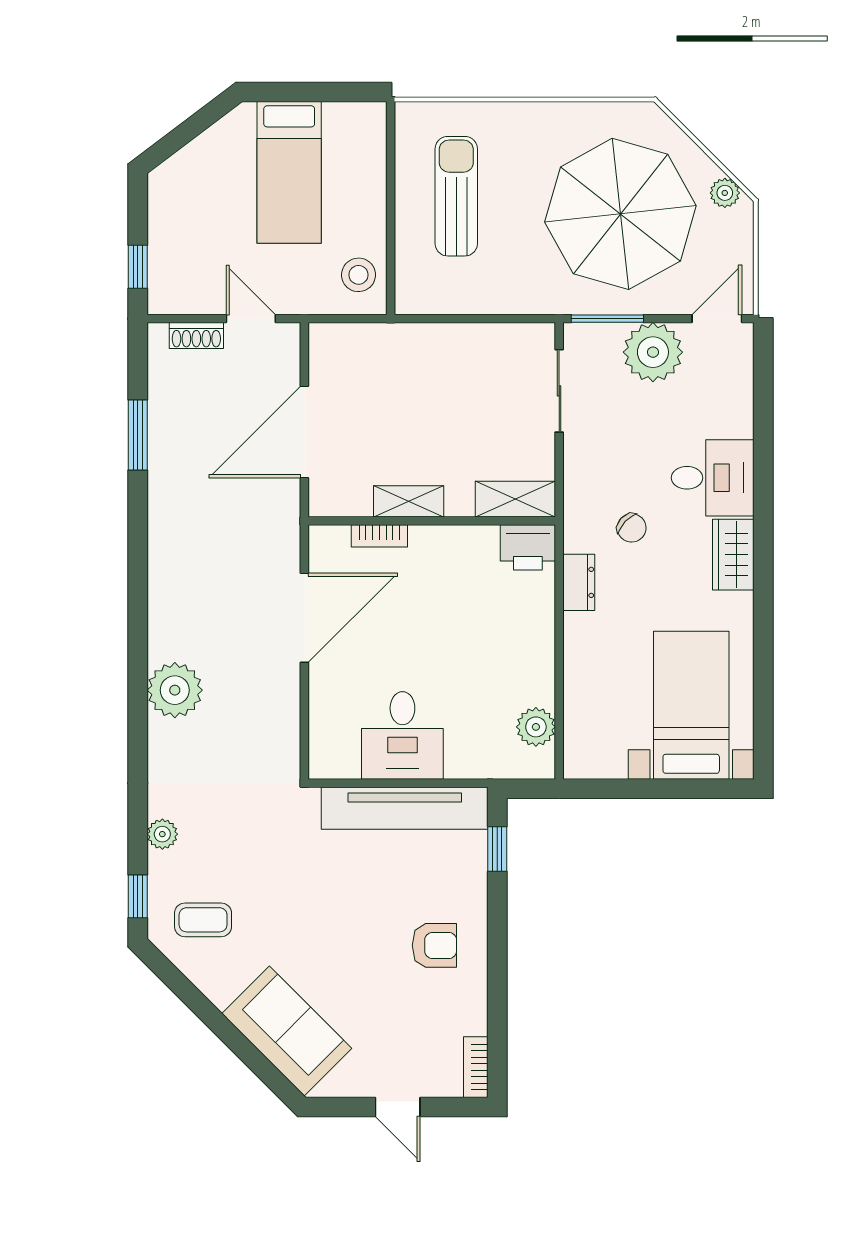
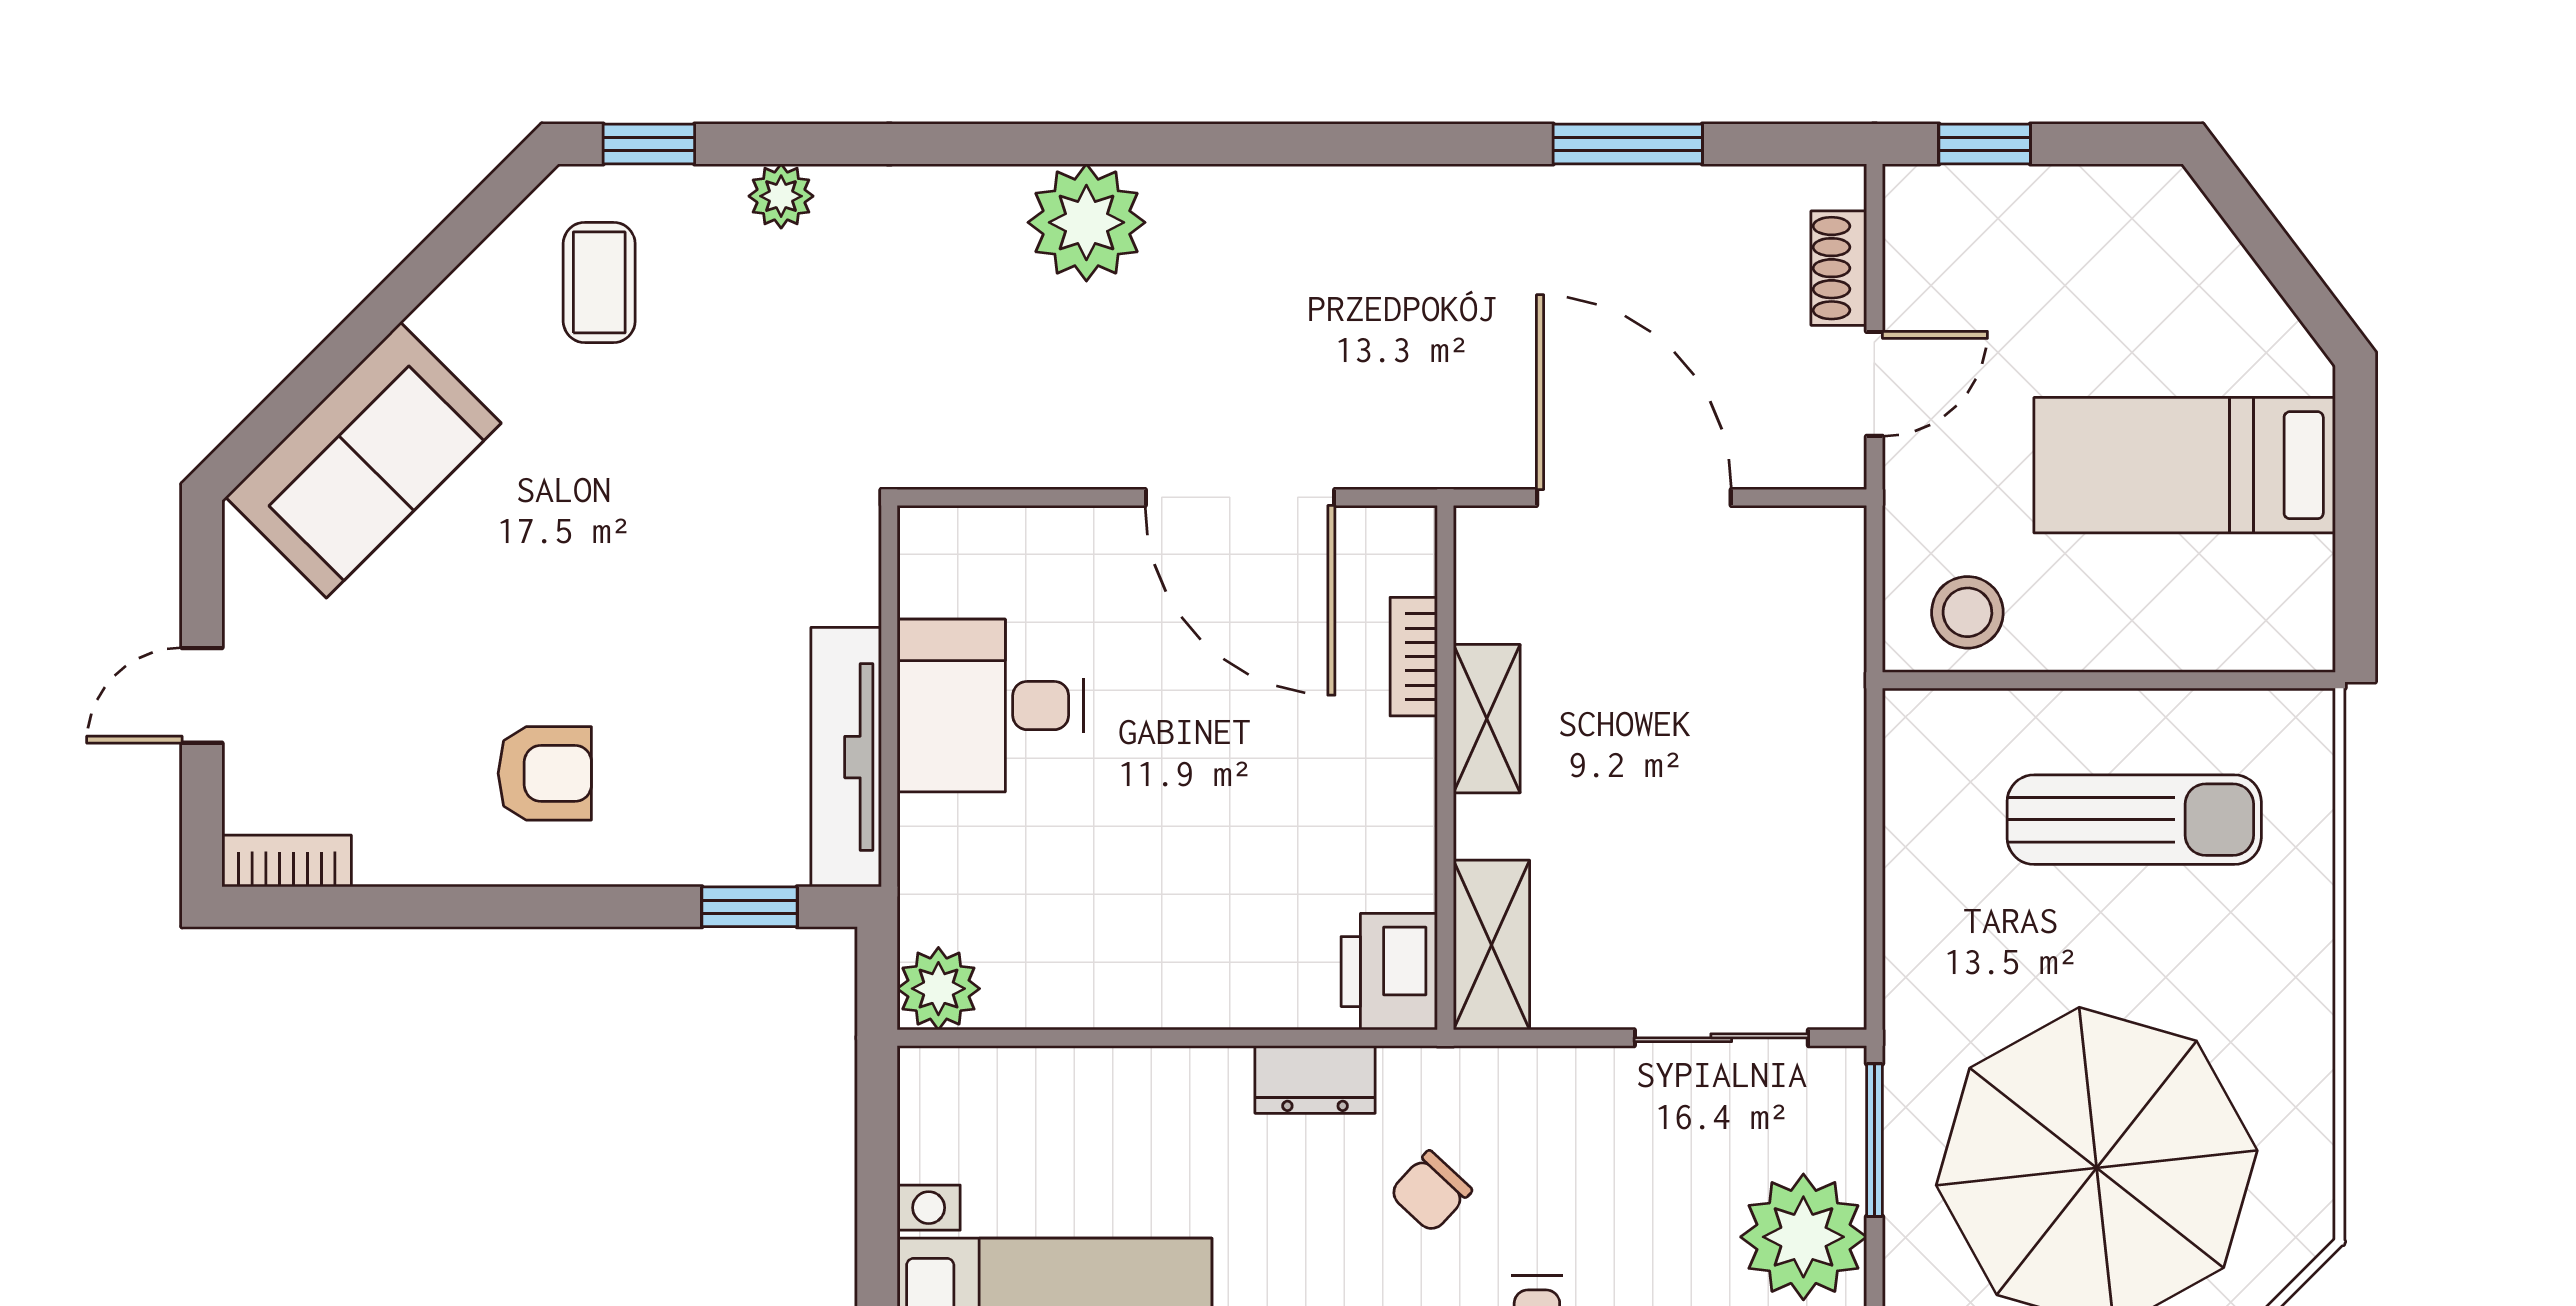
plant: (536, 727) -> (938, 989), moved
tv unit: (405, 808) -> (846, 757), width x0.73, depth x0.78
armchair: (434, 945) -> (545, 773), turned -90

